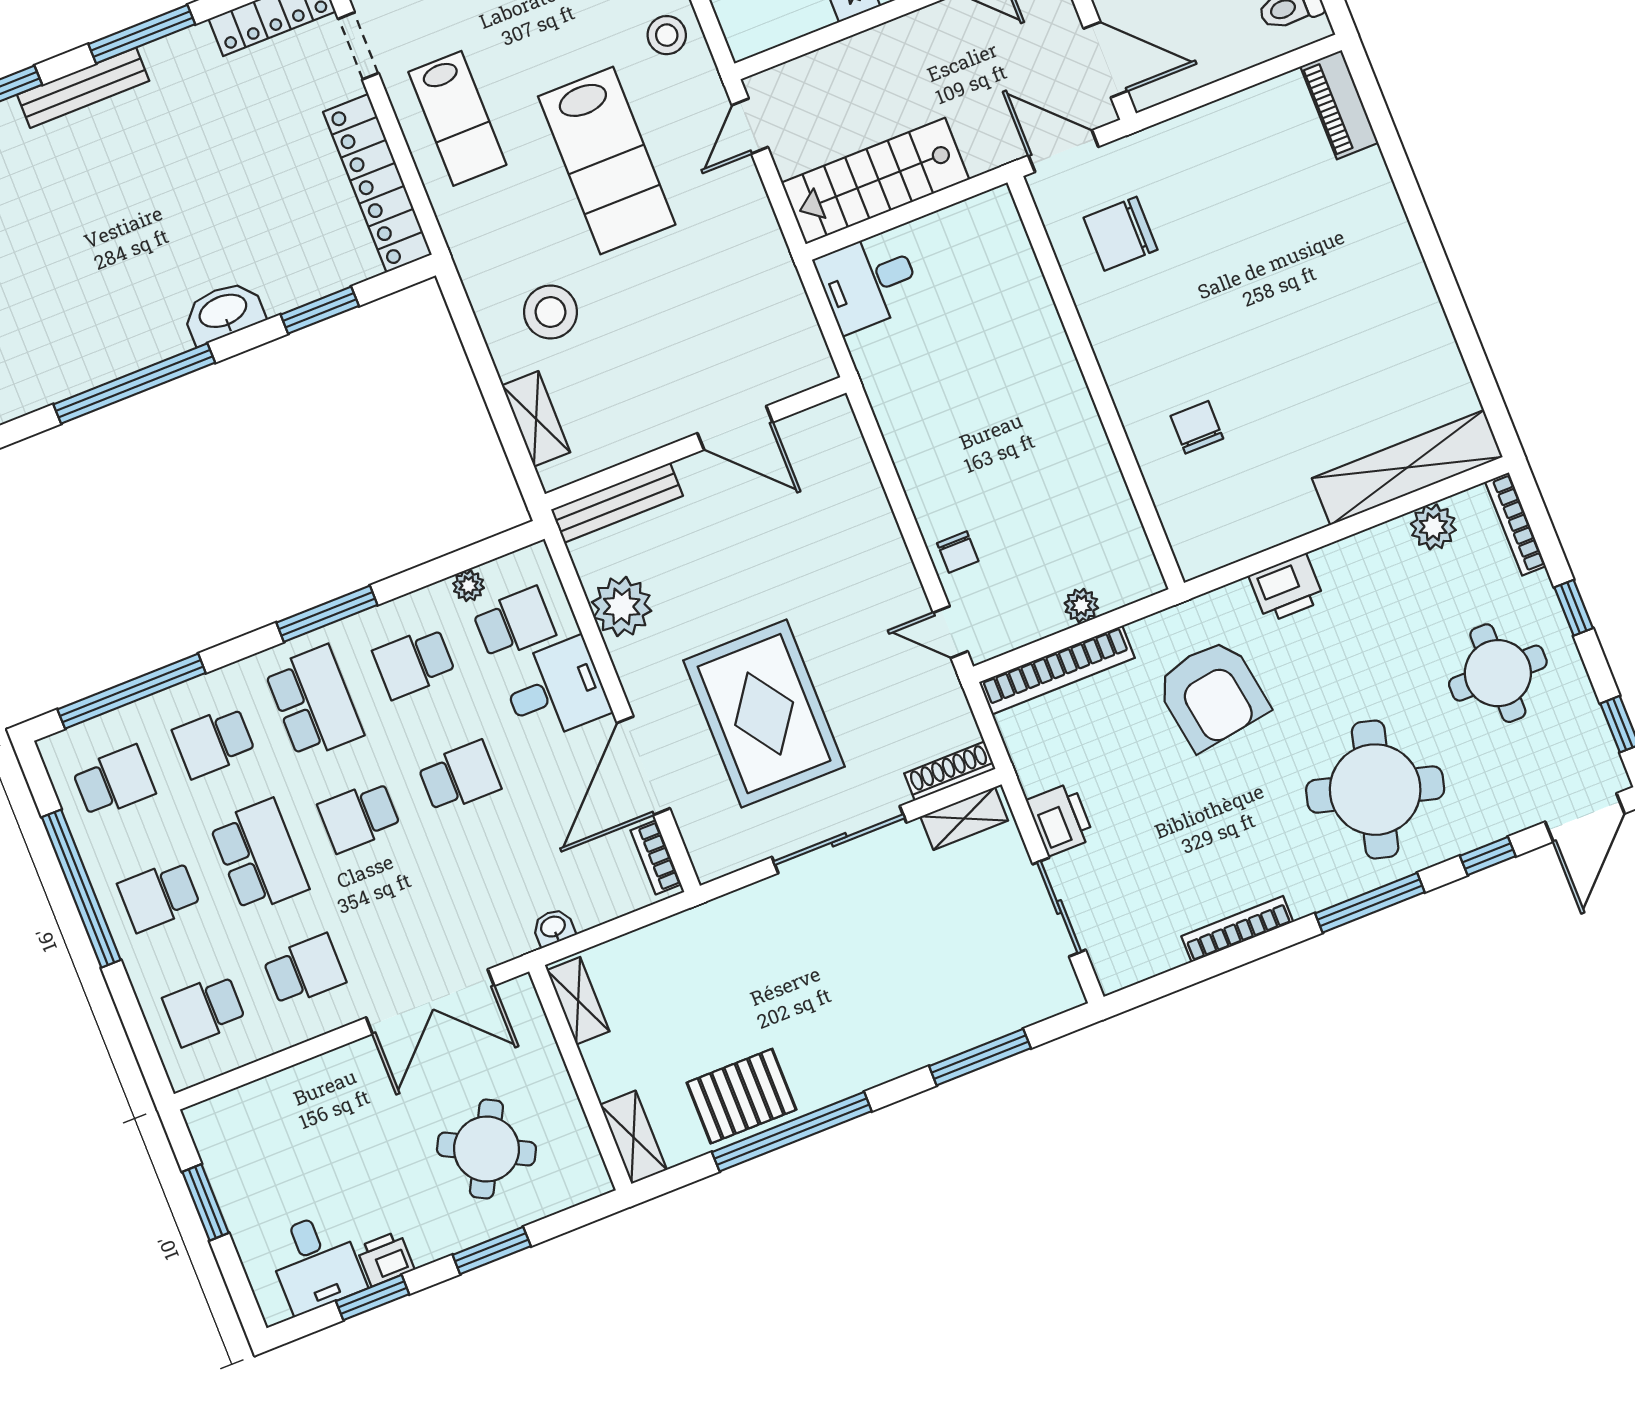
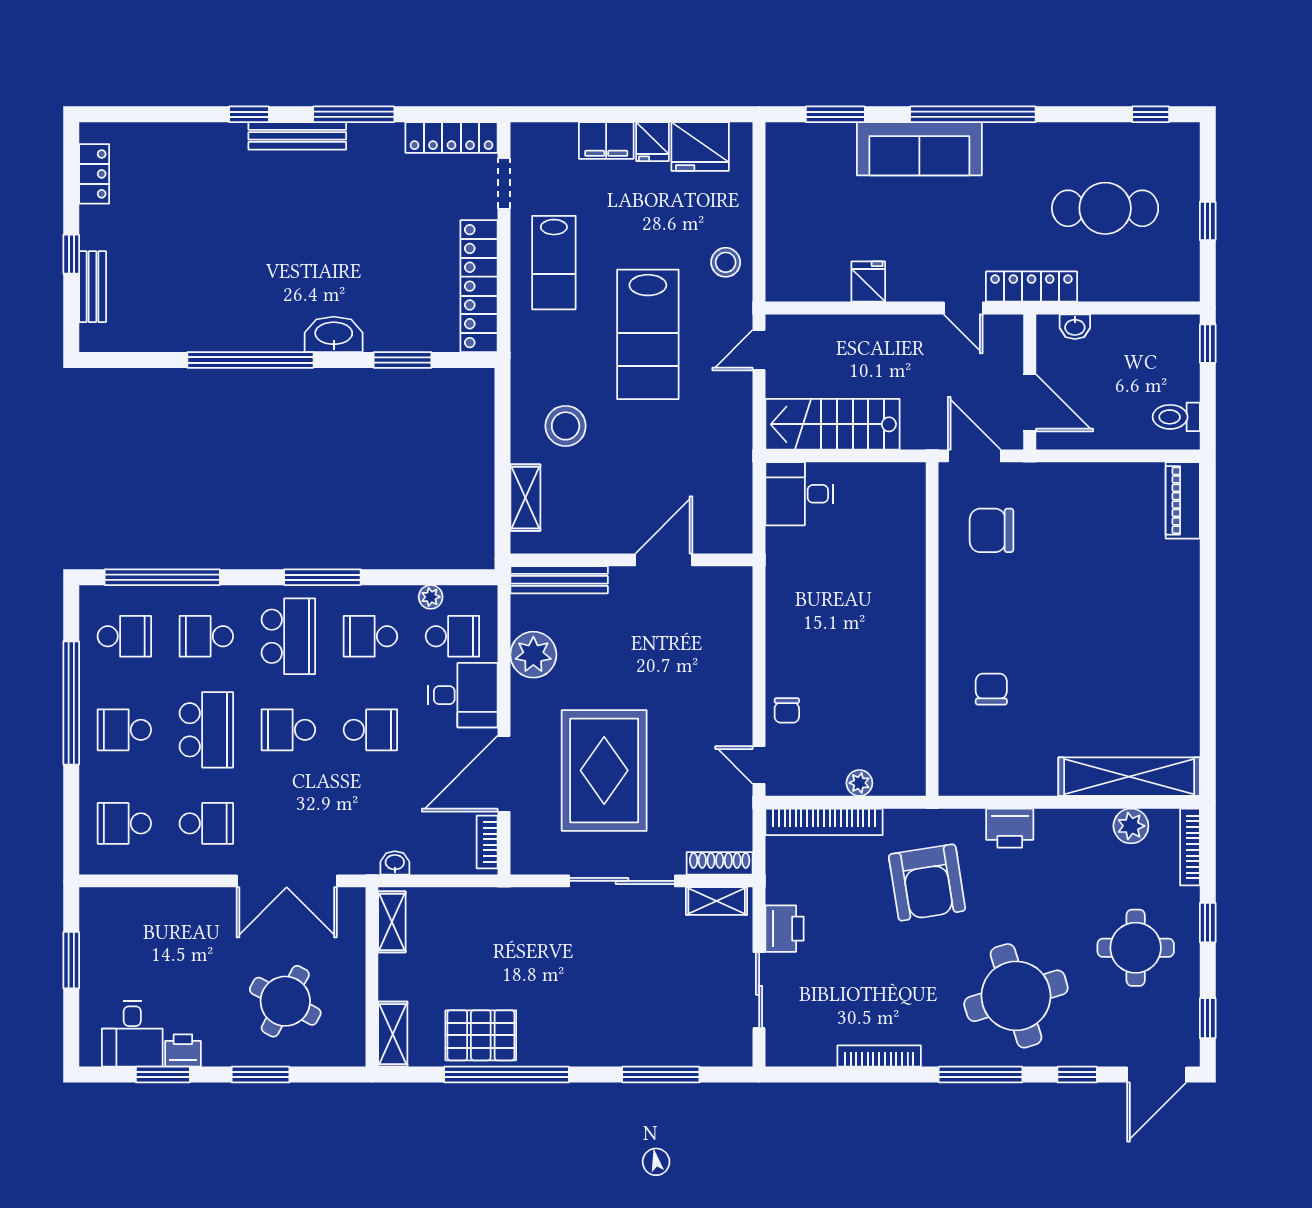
door: (735, 428) -> (664, 560), swing flipped
round table: (1375, 790) -> (1016, 996), turned -32

